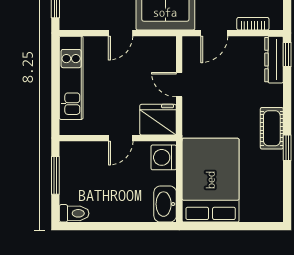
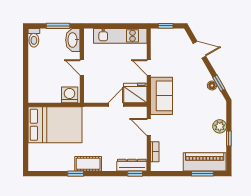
fridge: (158, 120) -> (135, 93), moved, turned -90
washbasin: (165, 204) -> (73, 40), moved, turned -90

